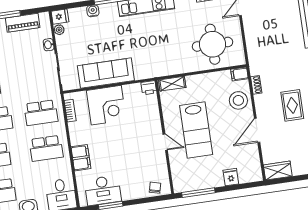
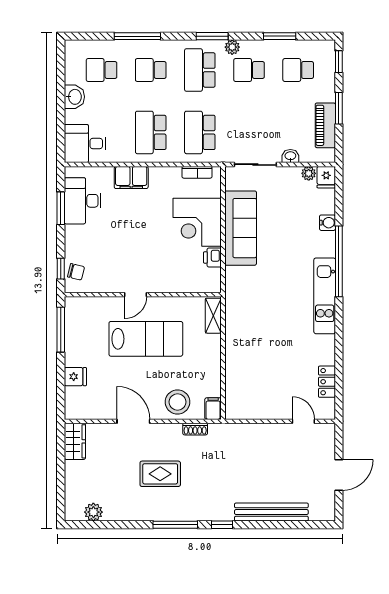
round table: (212, 44) -> (259, 378), removed
printer: (149, 88) -> (212, 257), moved
lab bench: (196, 130) -> (146, 339), turned 180
window: (154, 199) -> (61, 269), added

